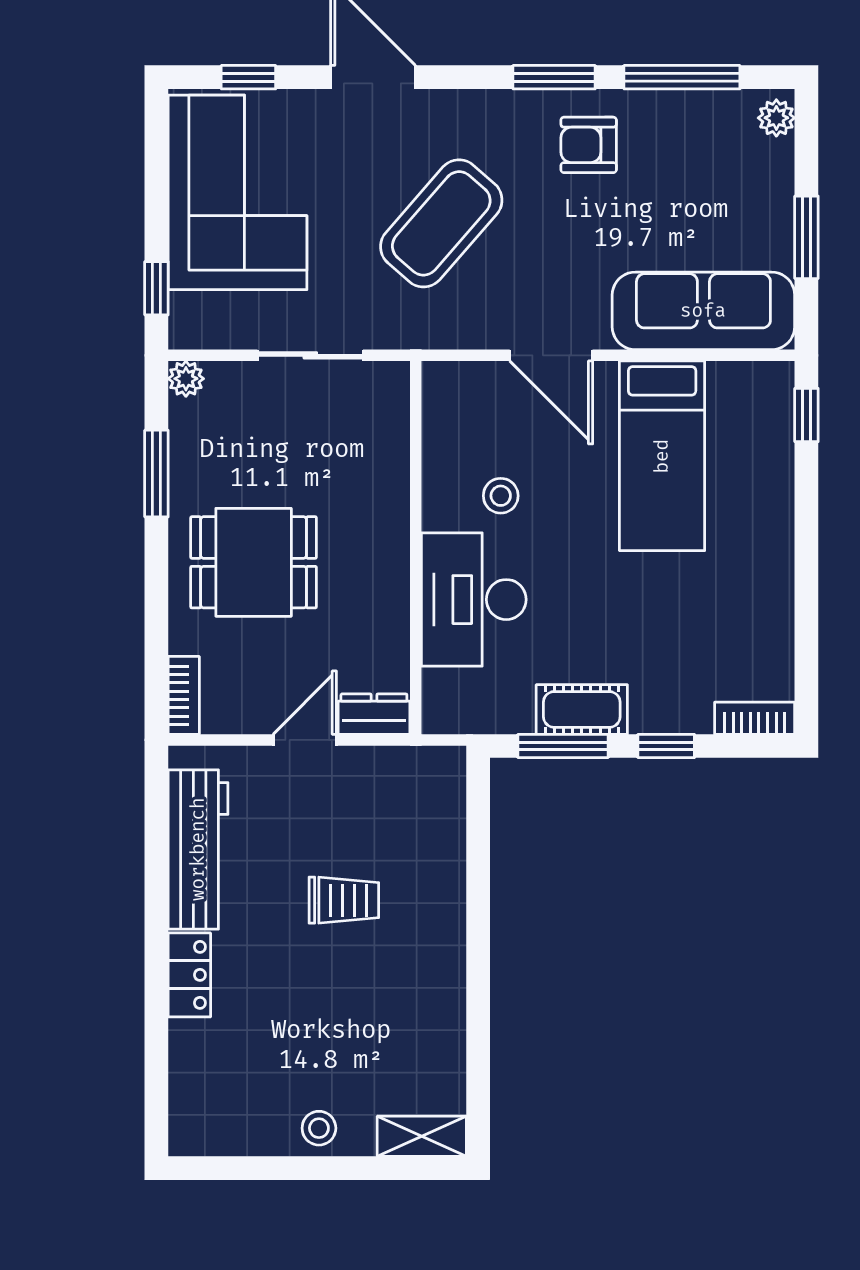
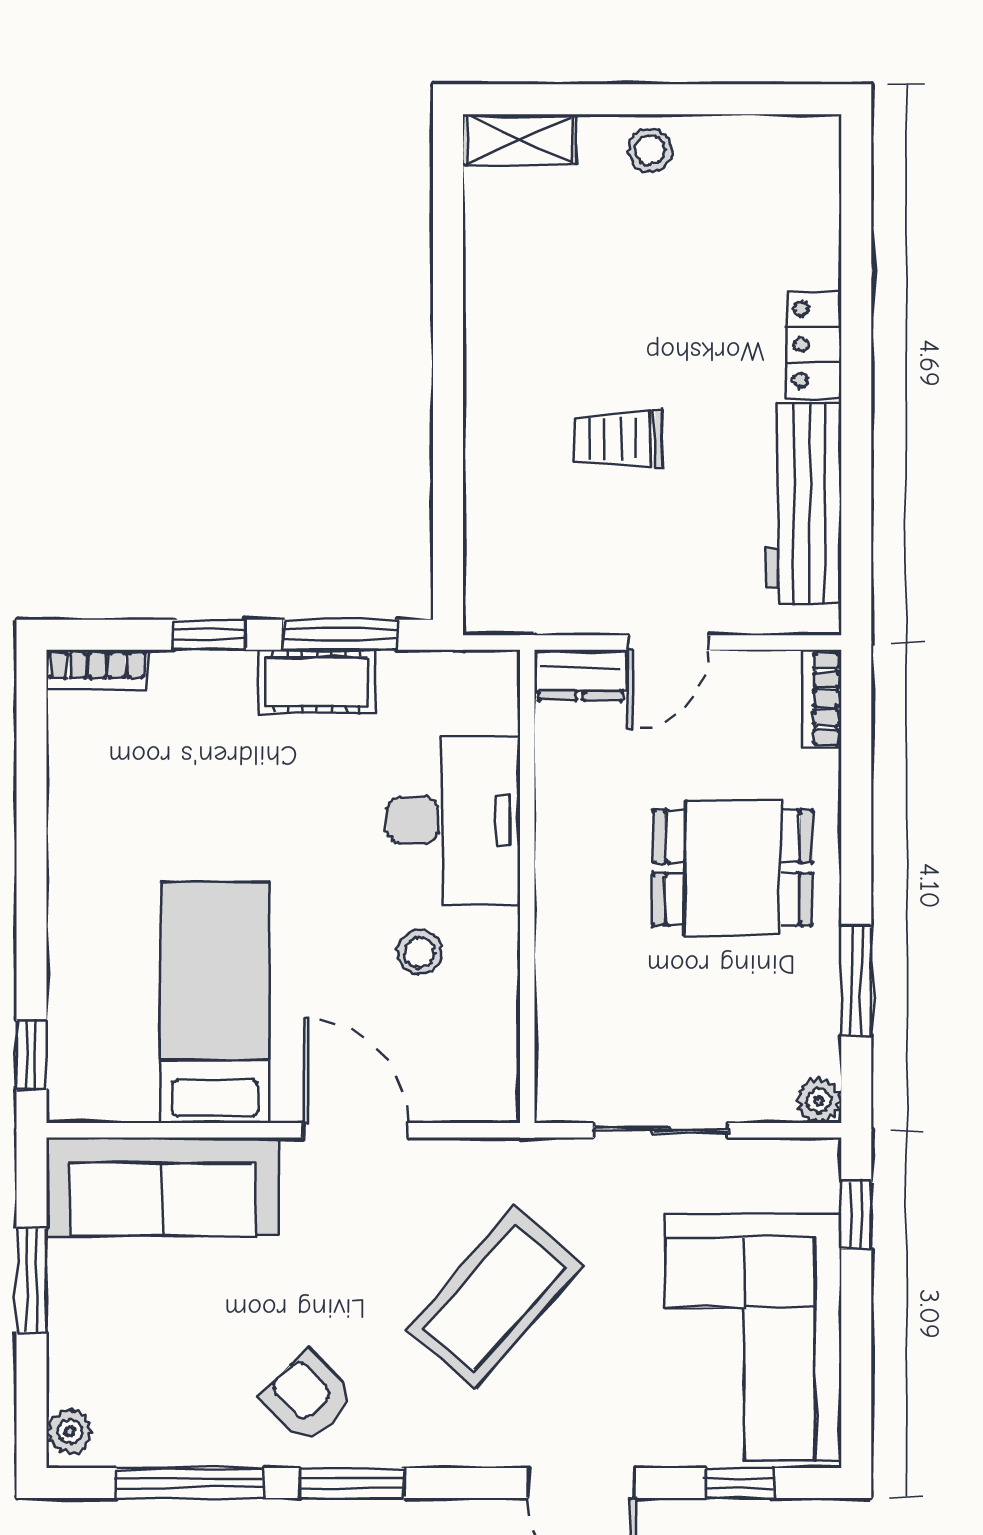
armchair: (589, 145) -> (308, 1397), turned -134

